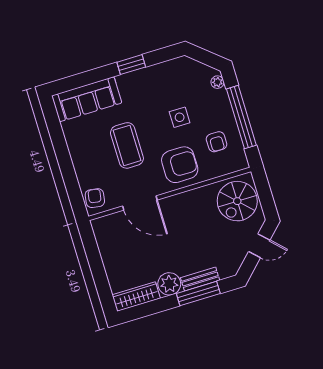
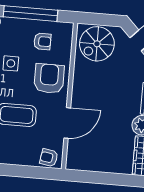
spiral stairs: (237, 201) -> (97, 44), turned 90

